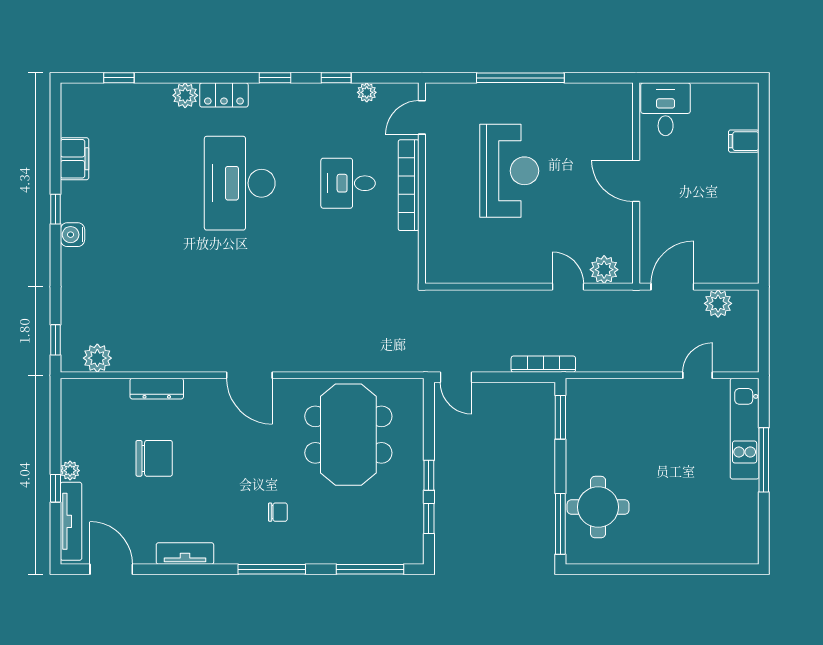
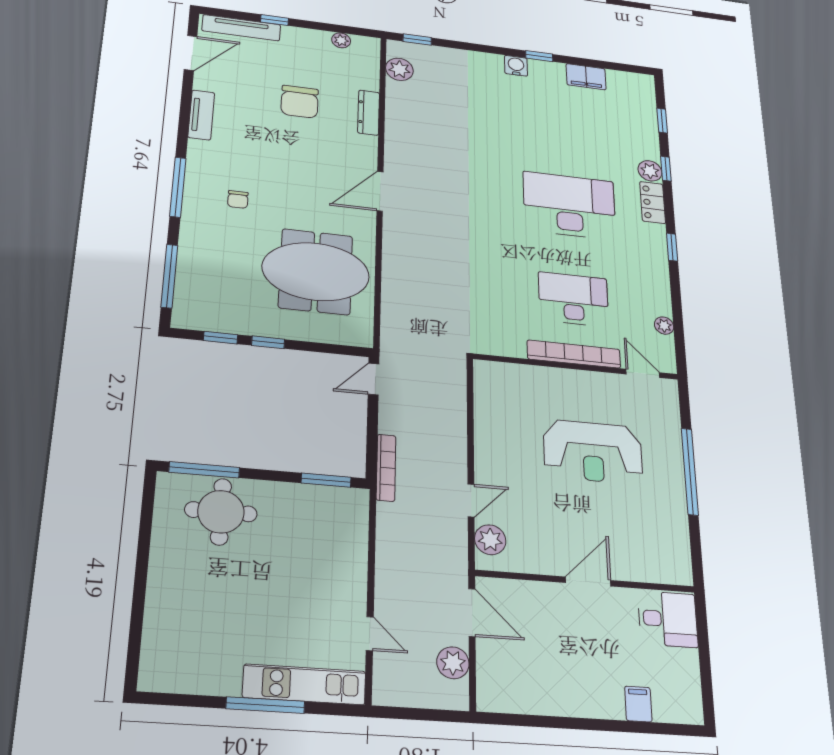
window: (336, 78) -> (666, 169), moved
desk: (348, 183) -> (573, 299), width x1.37
plant: (70, 471) -> (341, 40), moved

